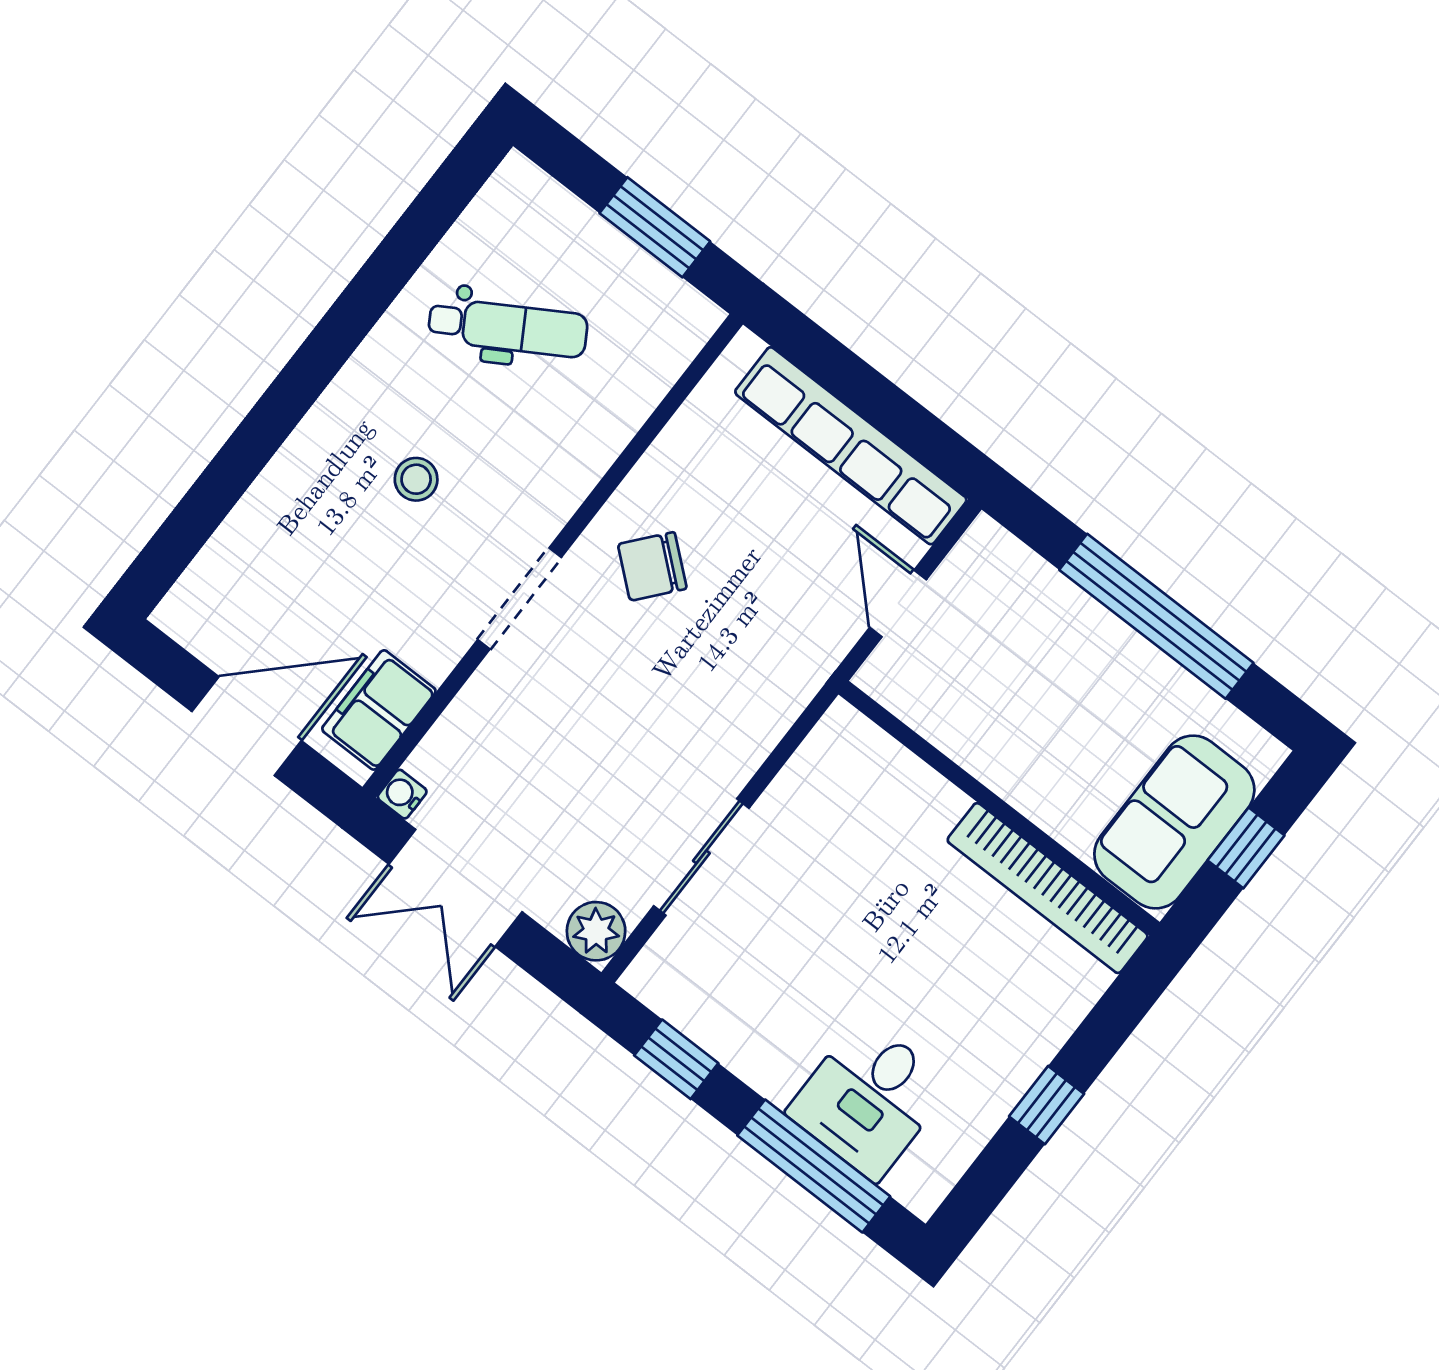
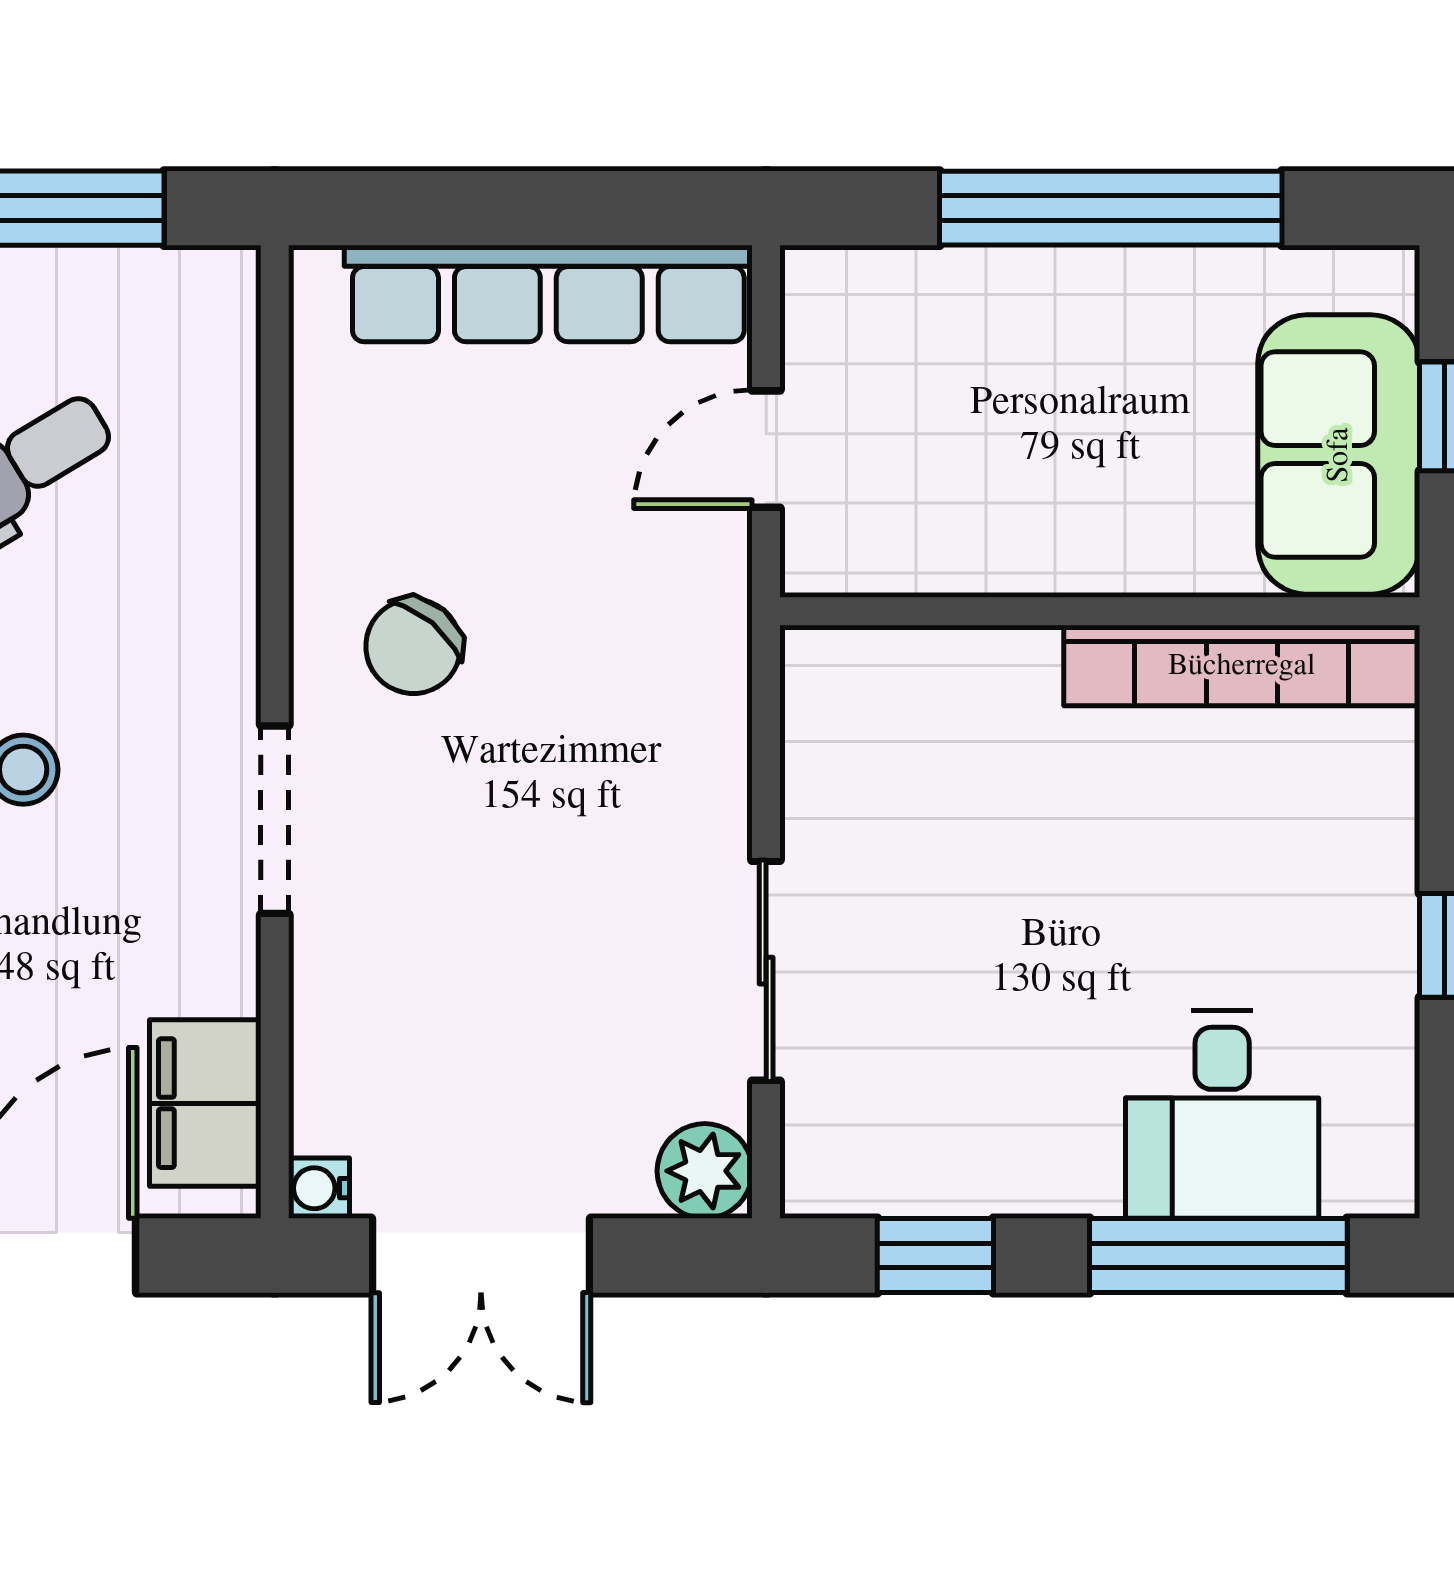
door: (898, 603) -> (766, 449), hinge flipped

